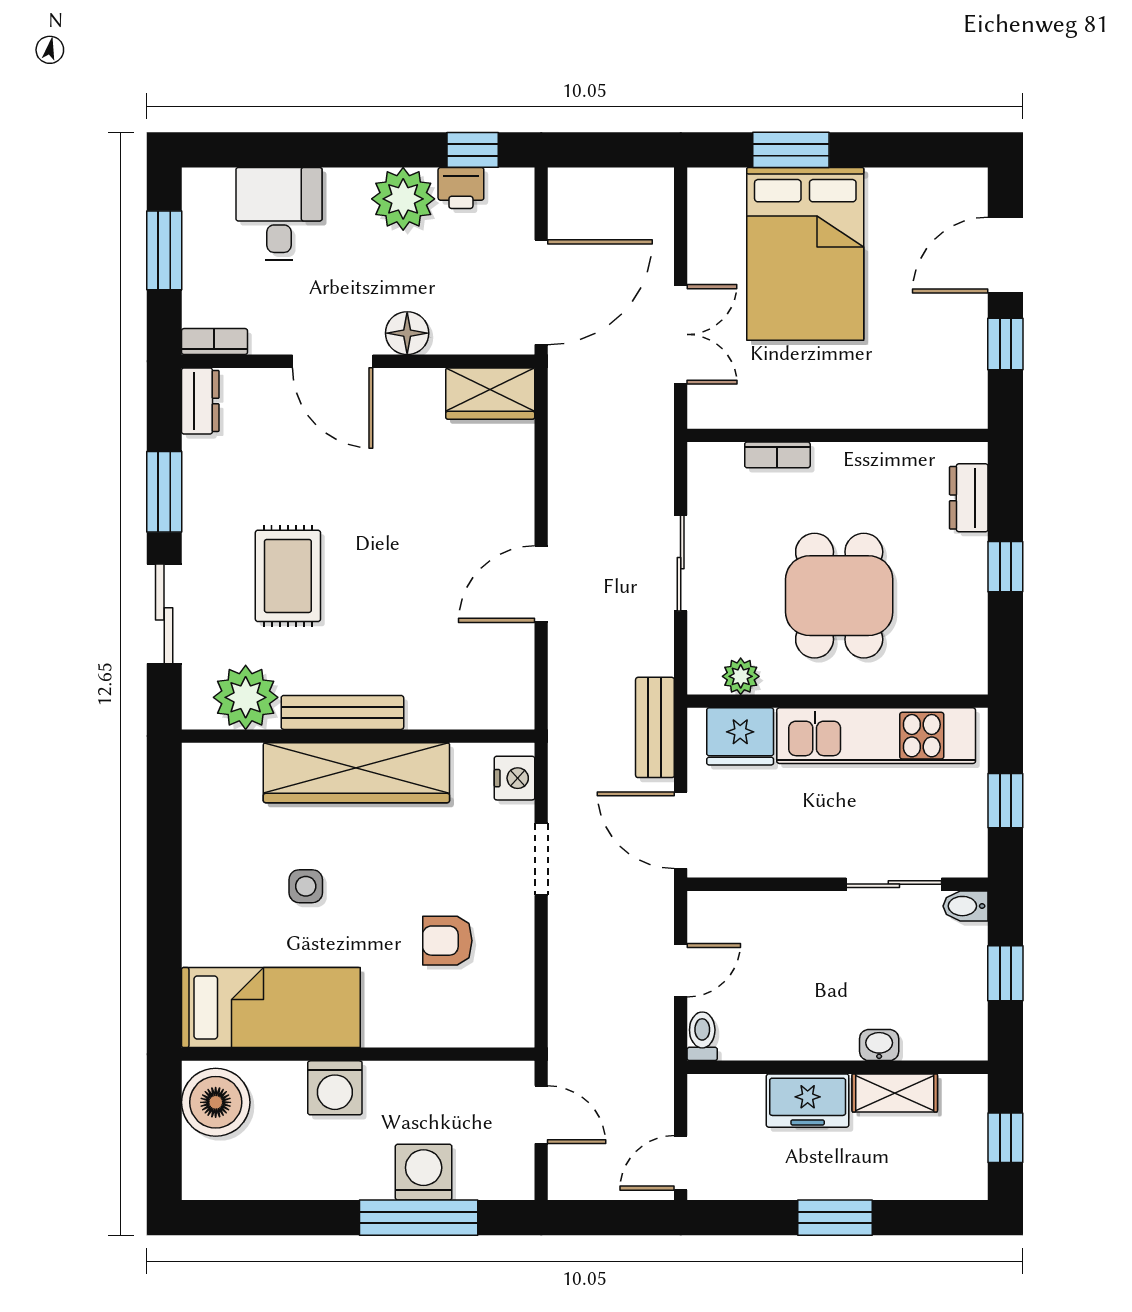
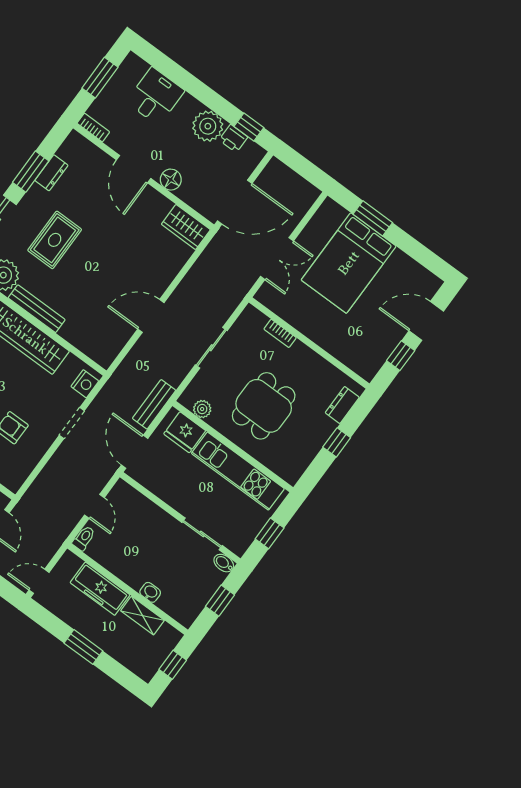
dresser: (200, 401) -> (51, 173), moved
door: (681, 970) -> (94, 506), hinge flipped
freezer: (808, 1101) -> (100, 589), width x1.40

